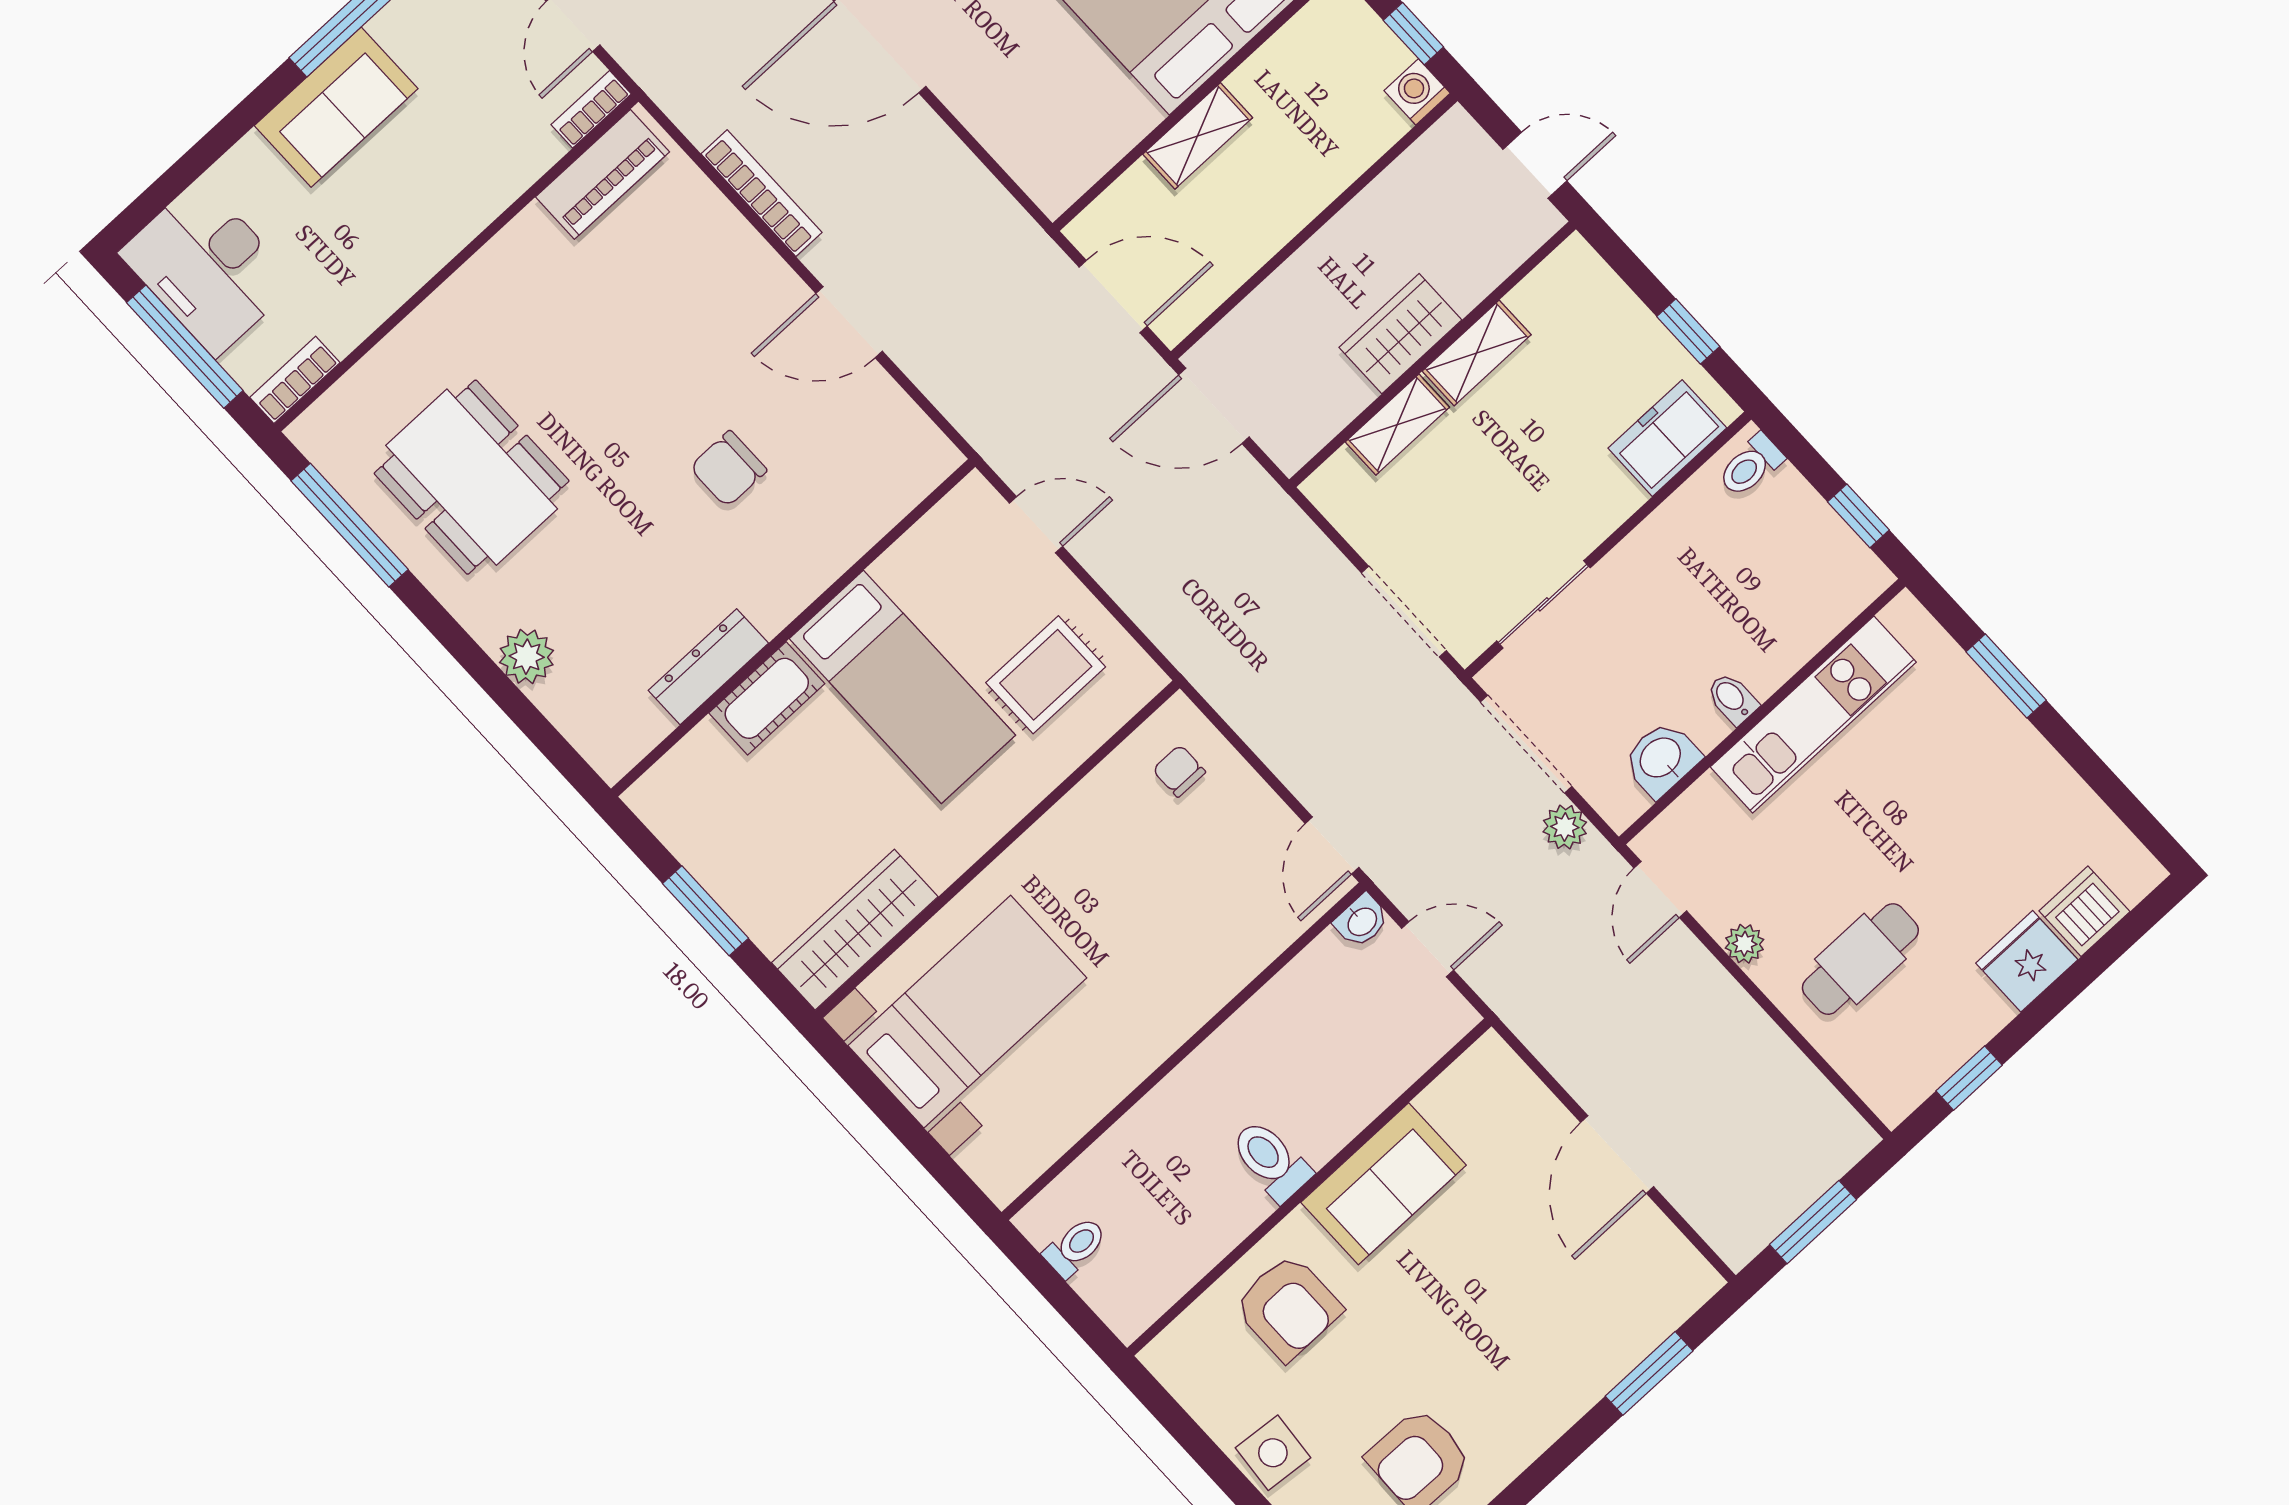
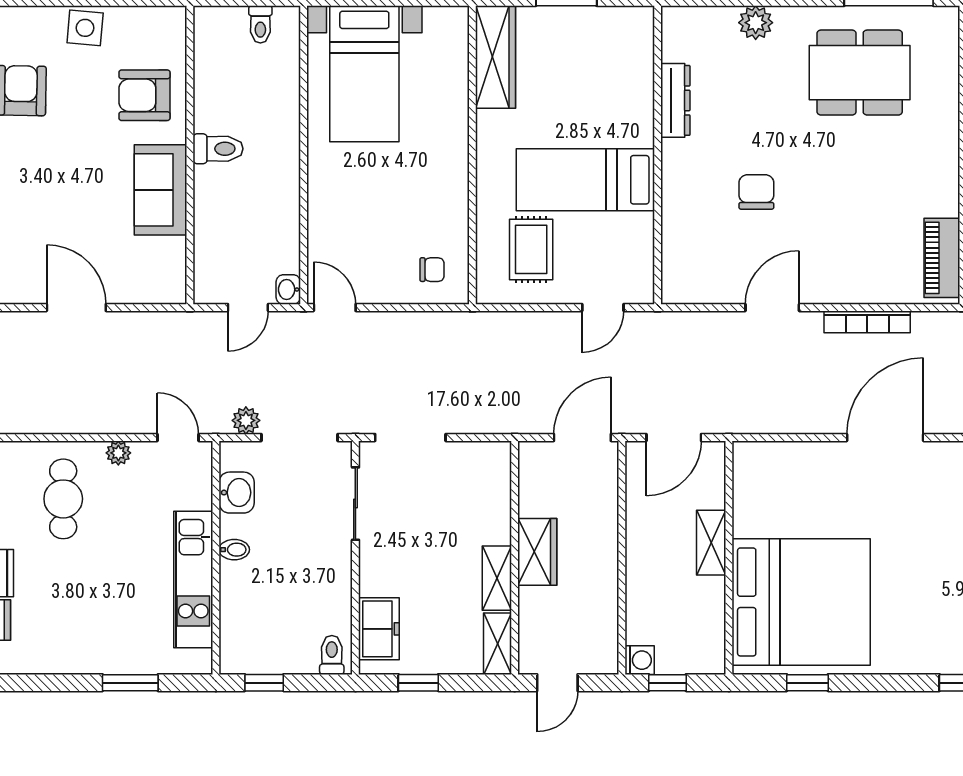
shelving: (1397, 425) -> (498, 644), moved
cot: (767, 698) -> (637, 114), removed
bed with nightstands: (967, 1012) -> (364, 74), moved

